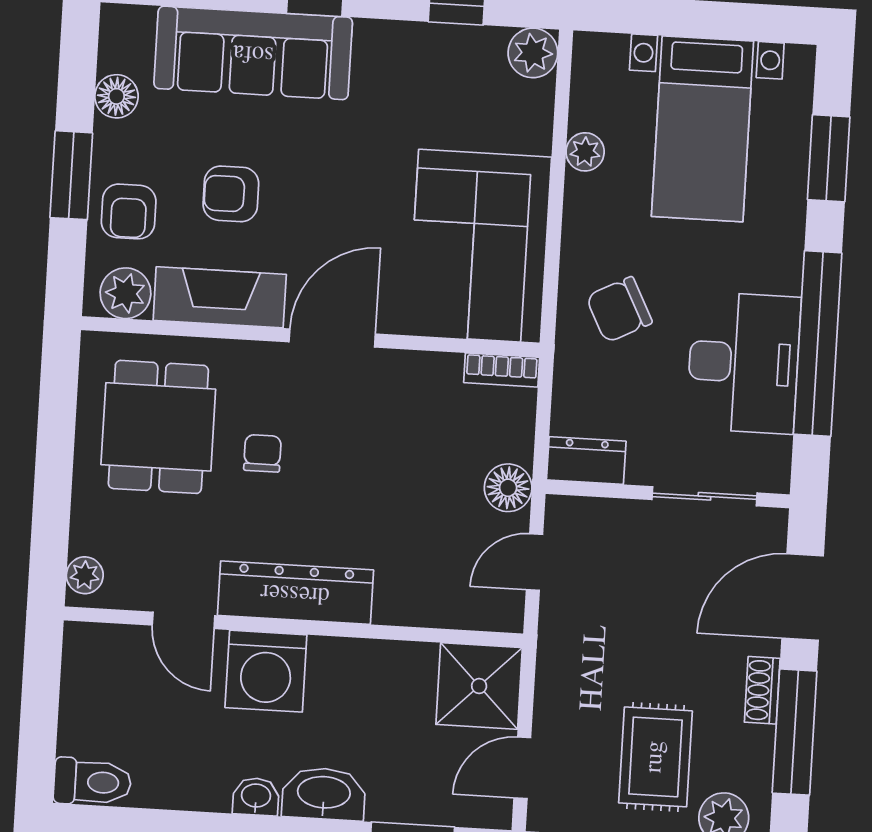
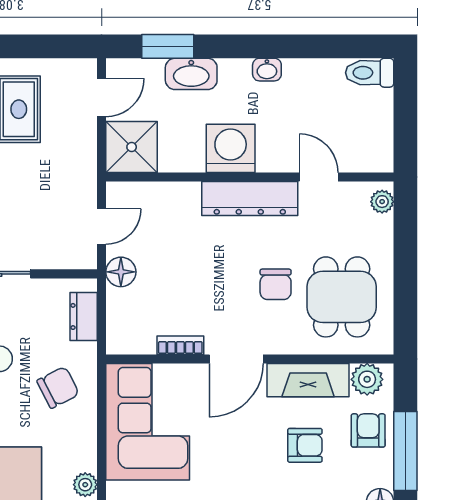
window: (71, 175) -> (405, 451), width x1.44
bookcase: (502, 370) -> (180, 345), moved
chair: (262, 453) -> (276, 284), width x1.37, depth x1.37
dresser: (586, 461) -> (84, 316), moved, turned 90
washing machine: (266, 671) -> (231, 148), moved
washbasin: (324, 794) -> (191, 74), moved

